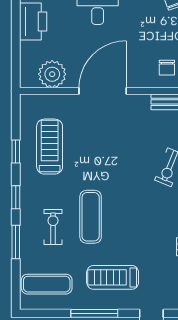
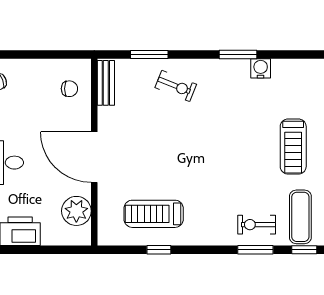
window: (16, 197) -> (304, 250), moved
exercise mat: (91, 217) -> (228, 170), removed
exercise bike: (53, 227) -> (257, 225), moved

